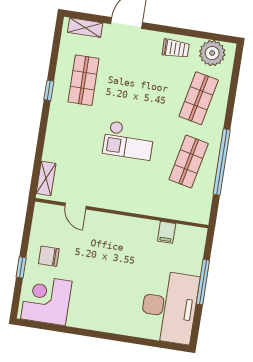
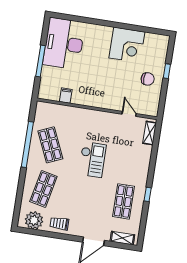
checkout: (129, 140) -> (92, 160), turned 90
shop shelf: (189, 162) -> (50, 145), turned -36
corner desk: (46, 300) -> (127, 45), moved

